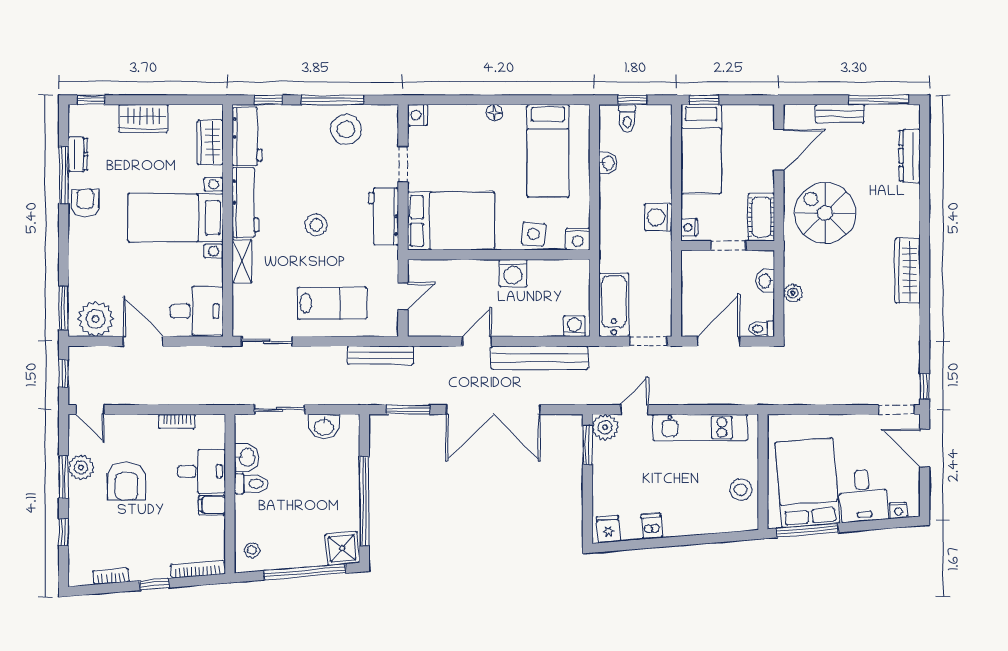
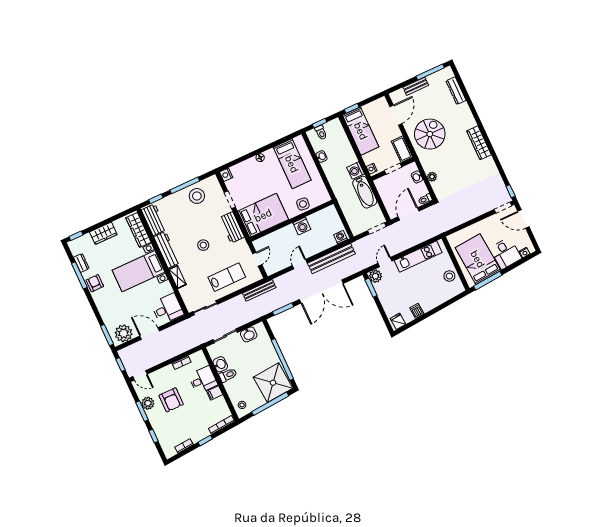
wardrobe: (210, 142) -> (138, 230), width x1.50
spiral stairs: (825, 213) -> (430, 134), turned 90
nightstand: (578, 239) -> (324, 197), removed
bathtub: (614, 305) -> (365, 192), moved, turned 180
shower: (342, 548) -> (273, 383), width x1.86, depth x1.86

